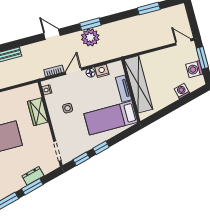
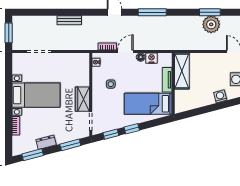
window: (90, 24) -> (152, 12), width x1.44
plant: (90, 37) -> (211, 24), moved
shelving: (138, 84) -> (182, 71), width x0.68
wardrobe: (38, 112) -> (82, 99), moved
dresser: (33, 176) -> (46, 142), moved
window: (32, 187) -> (70, 145), moved

